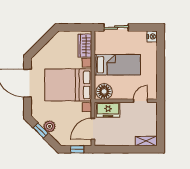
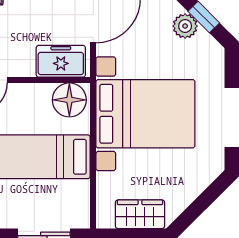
wardrobe: (85, 46) -> (140, 214), moved, turned -90

